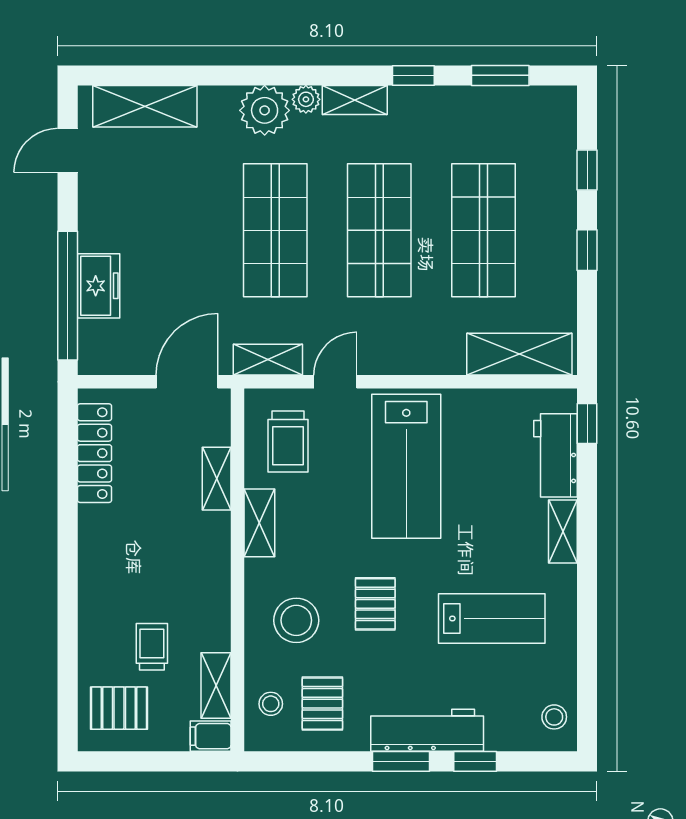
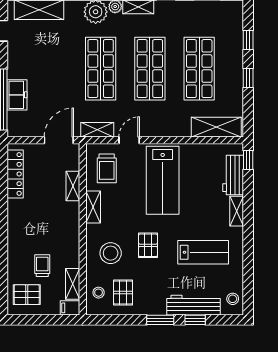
workbench: (427, 730) -> (194, 305), moved

